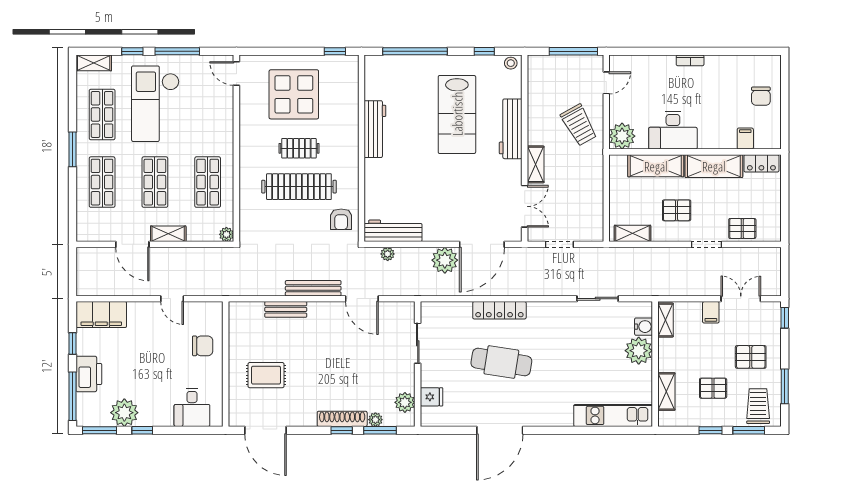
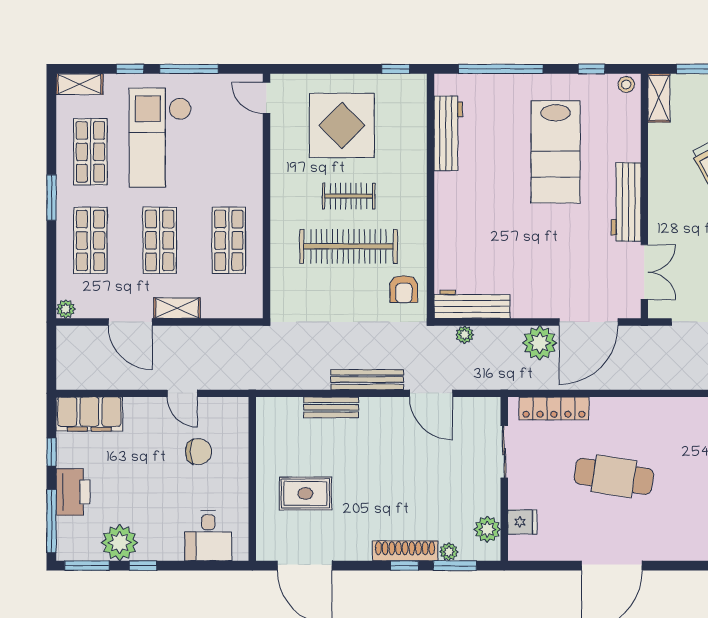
workbench: (375, 129) -> (448, 133), moved
workbench: (511, 129) -> (626, 202), moved
shelving: (536, 164) -> (659, 98), moved
plant: (226, 234) -> (66, 309), moved
locker: (499, 310) -> (554, 408), moved
chair: (203, 346) -> (198, 452), moved

